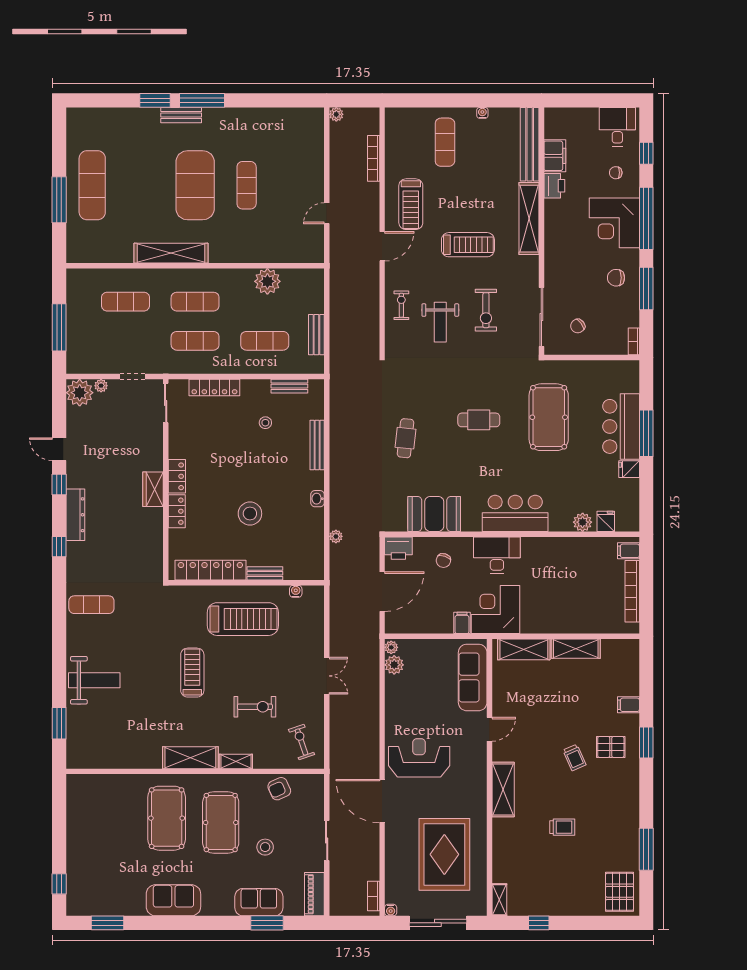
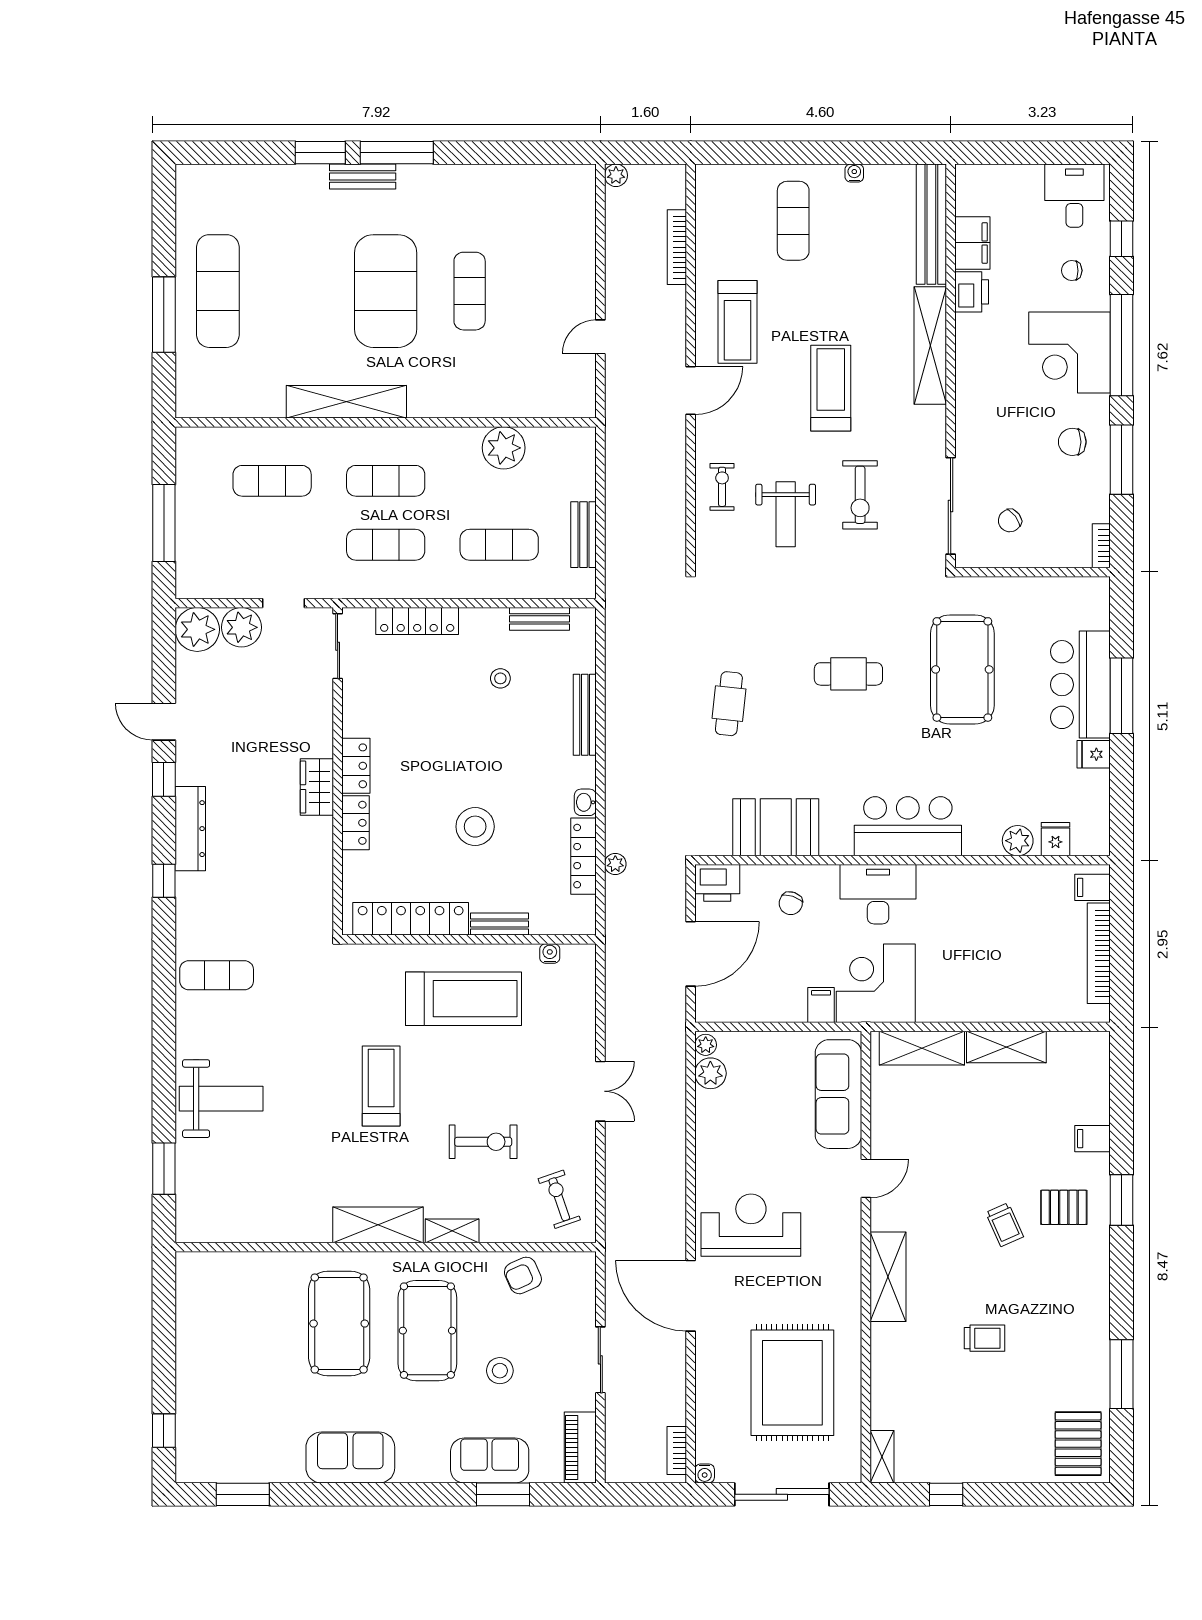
treadmill: (468, 245) -> (831, 388), turned -90
plant: (101, 386) -> (241, 627), width x1.88, depth x1.88
locker: (316, 532) -> (583, 856), added

